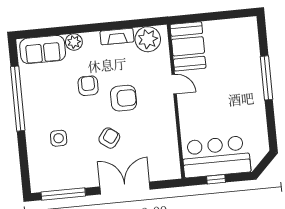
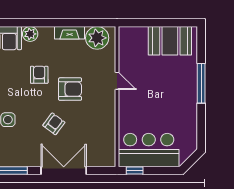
booth: (188, 46) -> (170, 41), moved, turned 90
window: (216, 179) -> (135, 170), moved

